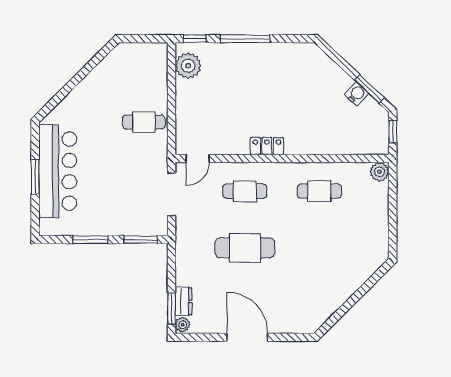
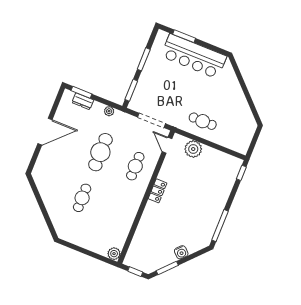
window: (245, 39) -> (220, 226), moved
plant: (188, 66) -> (193, 149), moved
water cooler: (357, 94) -> (181, 252), moved
cafe table: (144, 122) -> (203, 121), turned 90
window: (35, 177) -> (184, 36), moved
cafe table: (319, 191) -> (82, 198), moved
plant: (183, 325) -> (109, 111), moved

